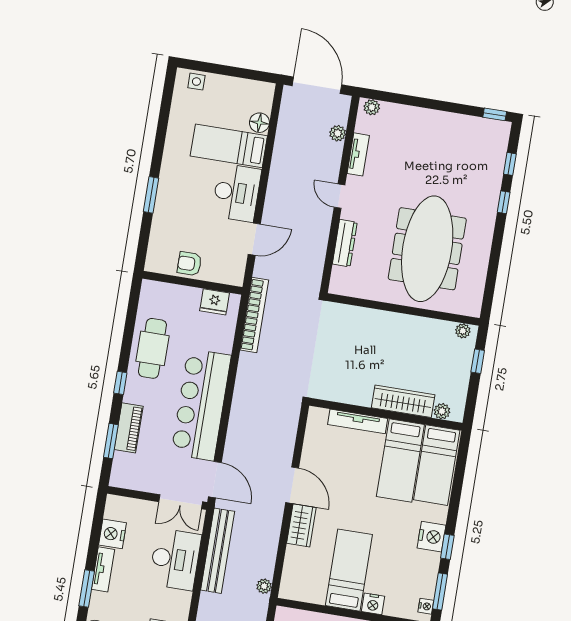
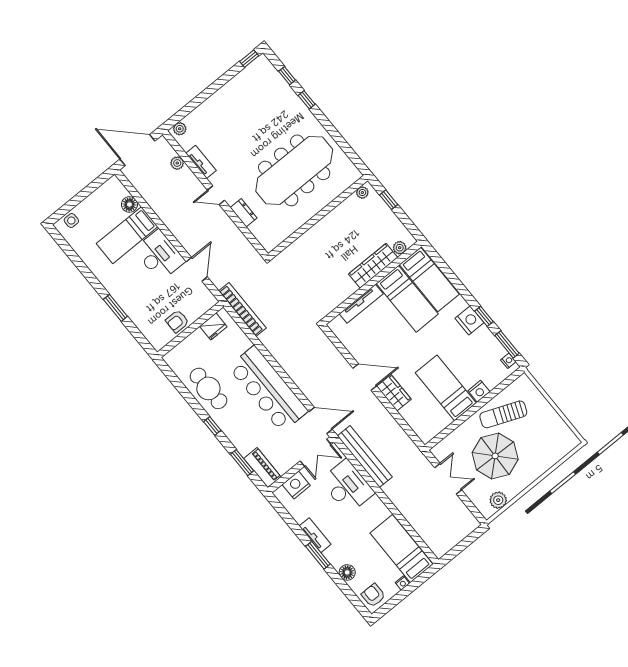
dresser: (345, 243) -> (244, 213), width x0.70
meeting table: (427, 249) -> (294, 170), turned 90
piano: (129, 428) -> (262, 468), moved
nightstand: (113, 534) -> (296, 485), moved, turned 90
plant: (264, 586) -> (411, 447), removed

